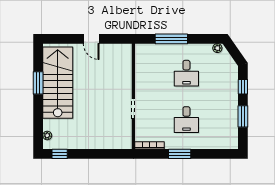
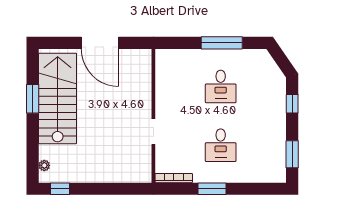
door: (91, 39) -> (100, 43), width x1.87
window: (171, 39) -> (222, 43), moved
plant: (217, 48) -> (260, 55), removed
window: (243, 116) -> (292, 154), moved

